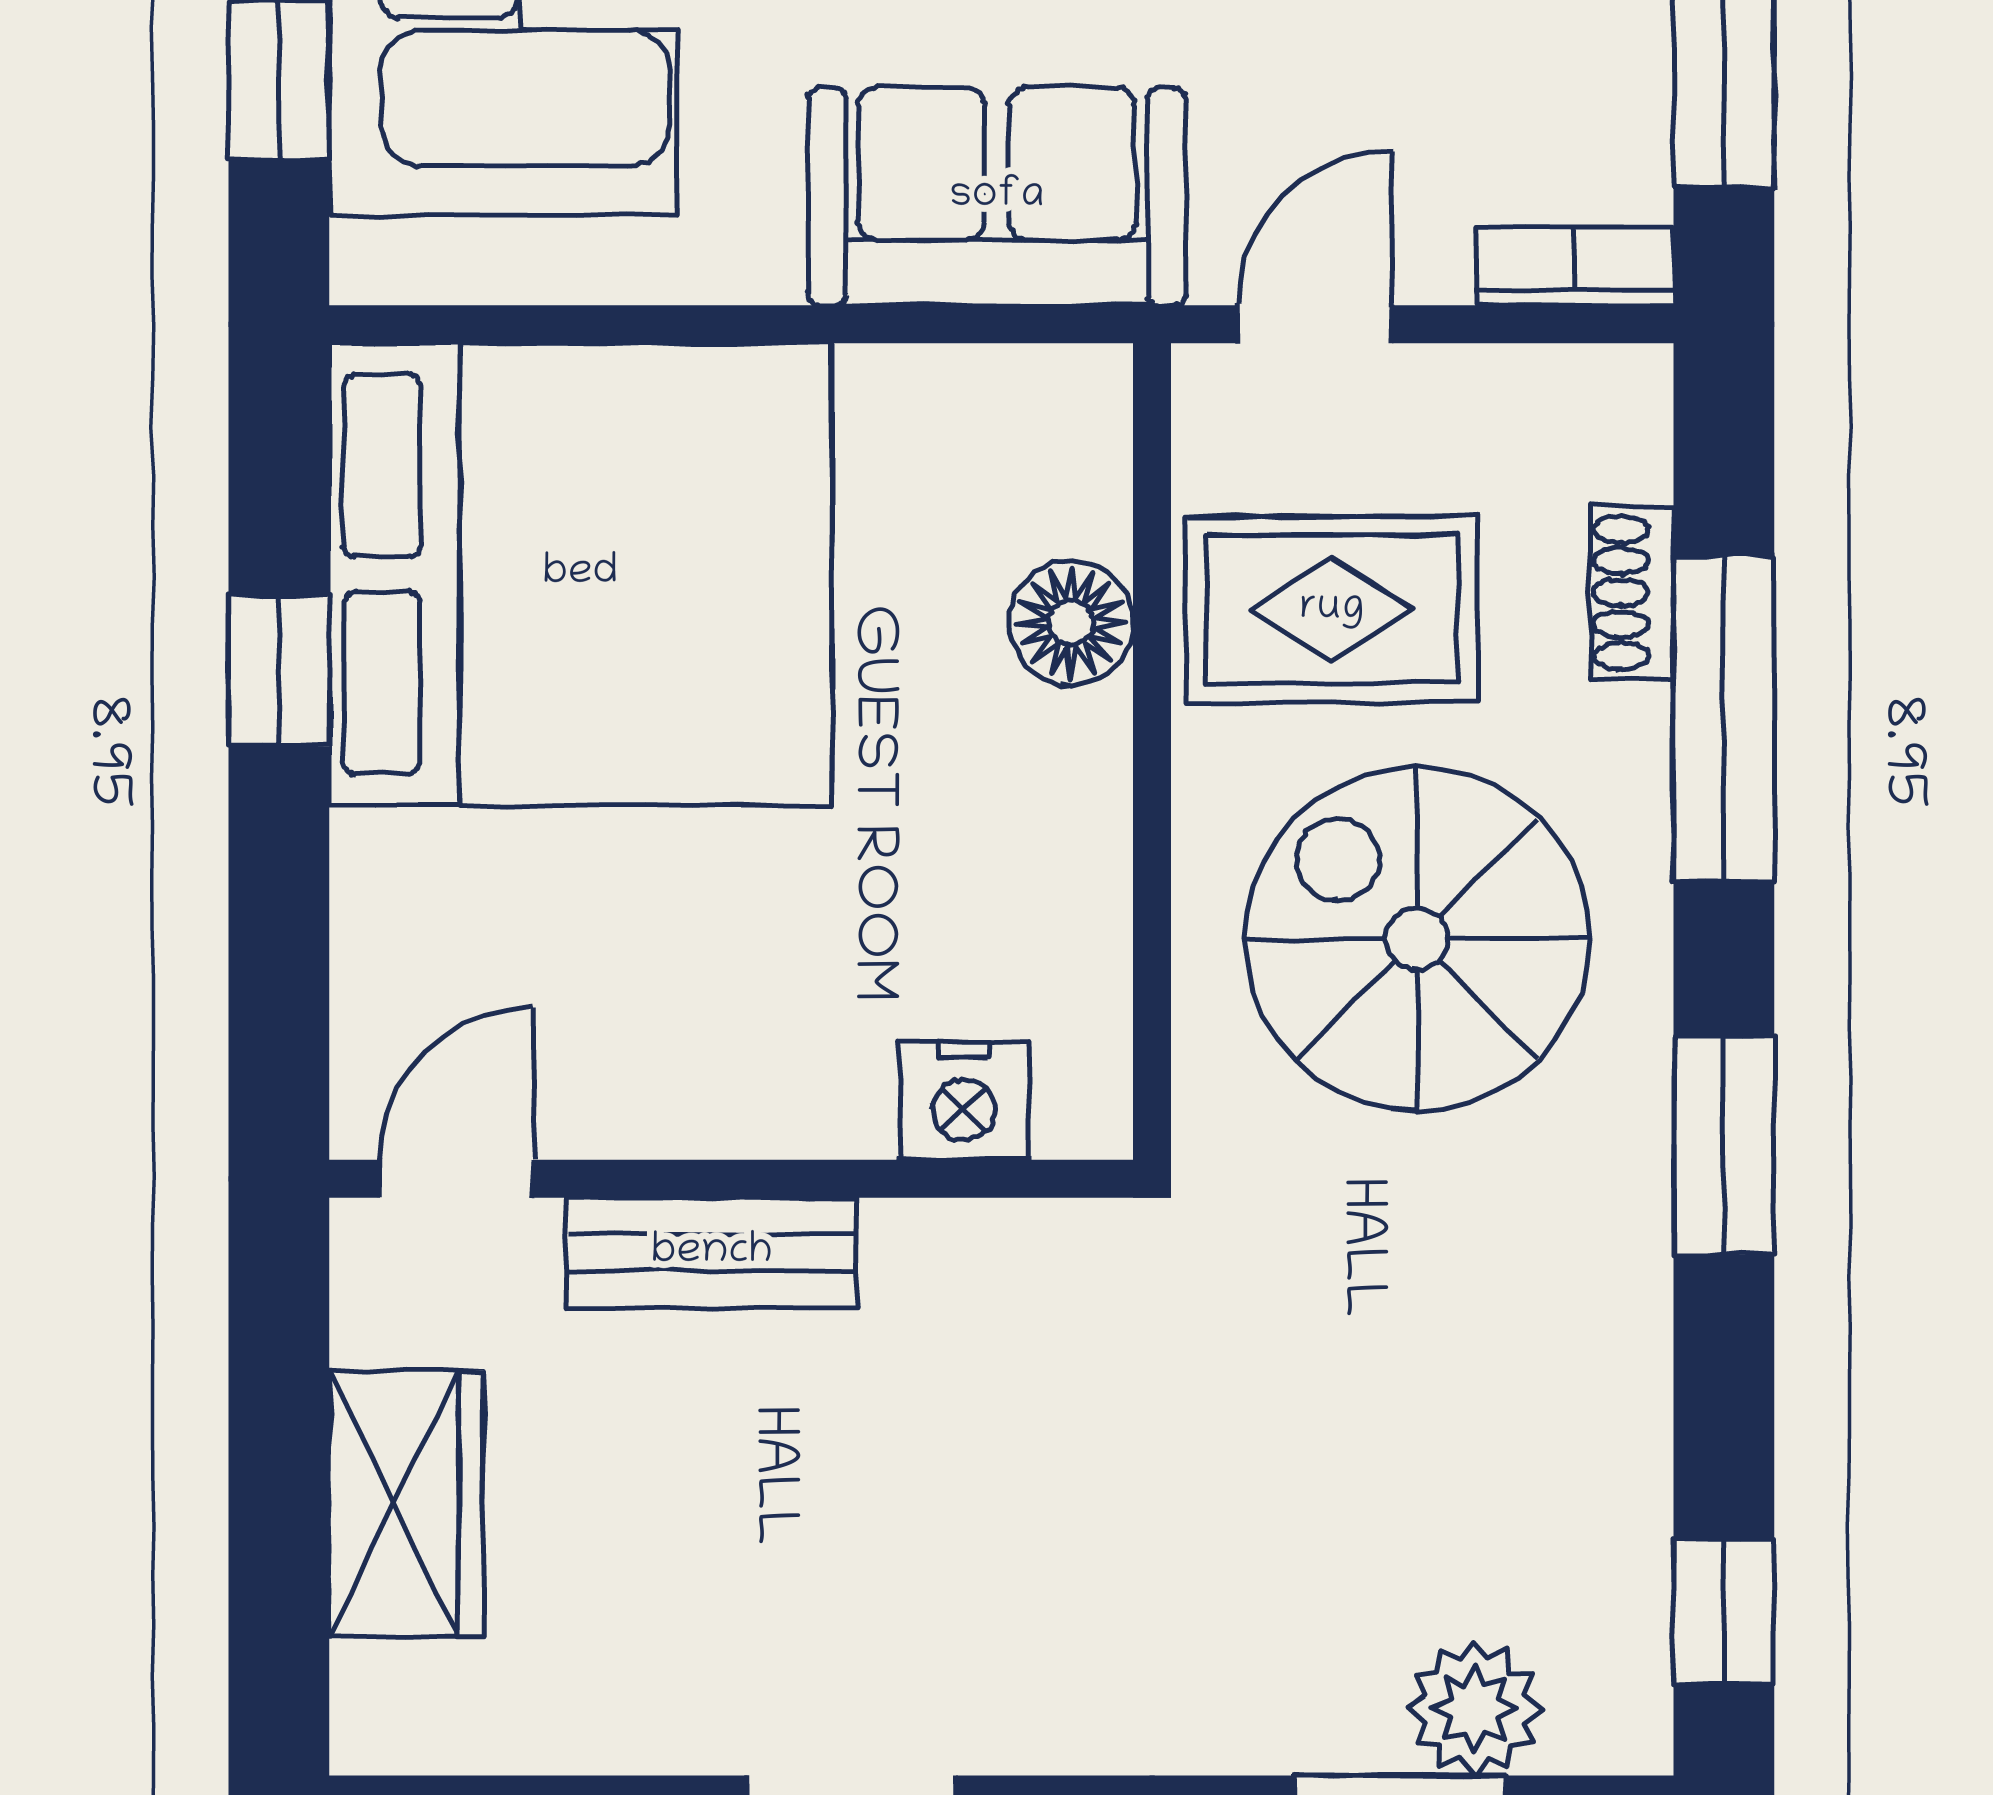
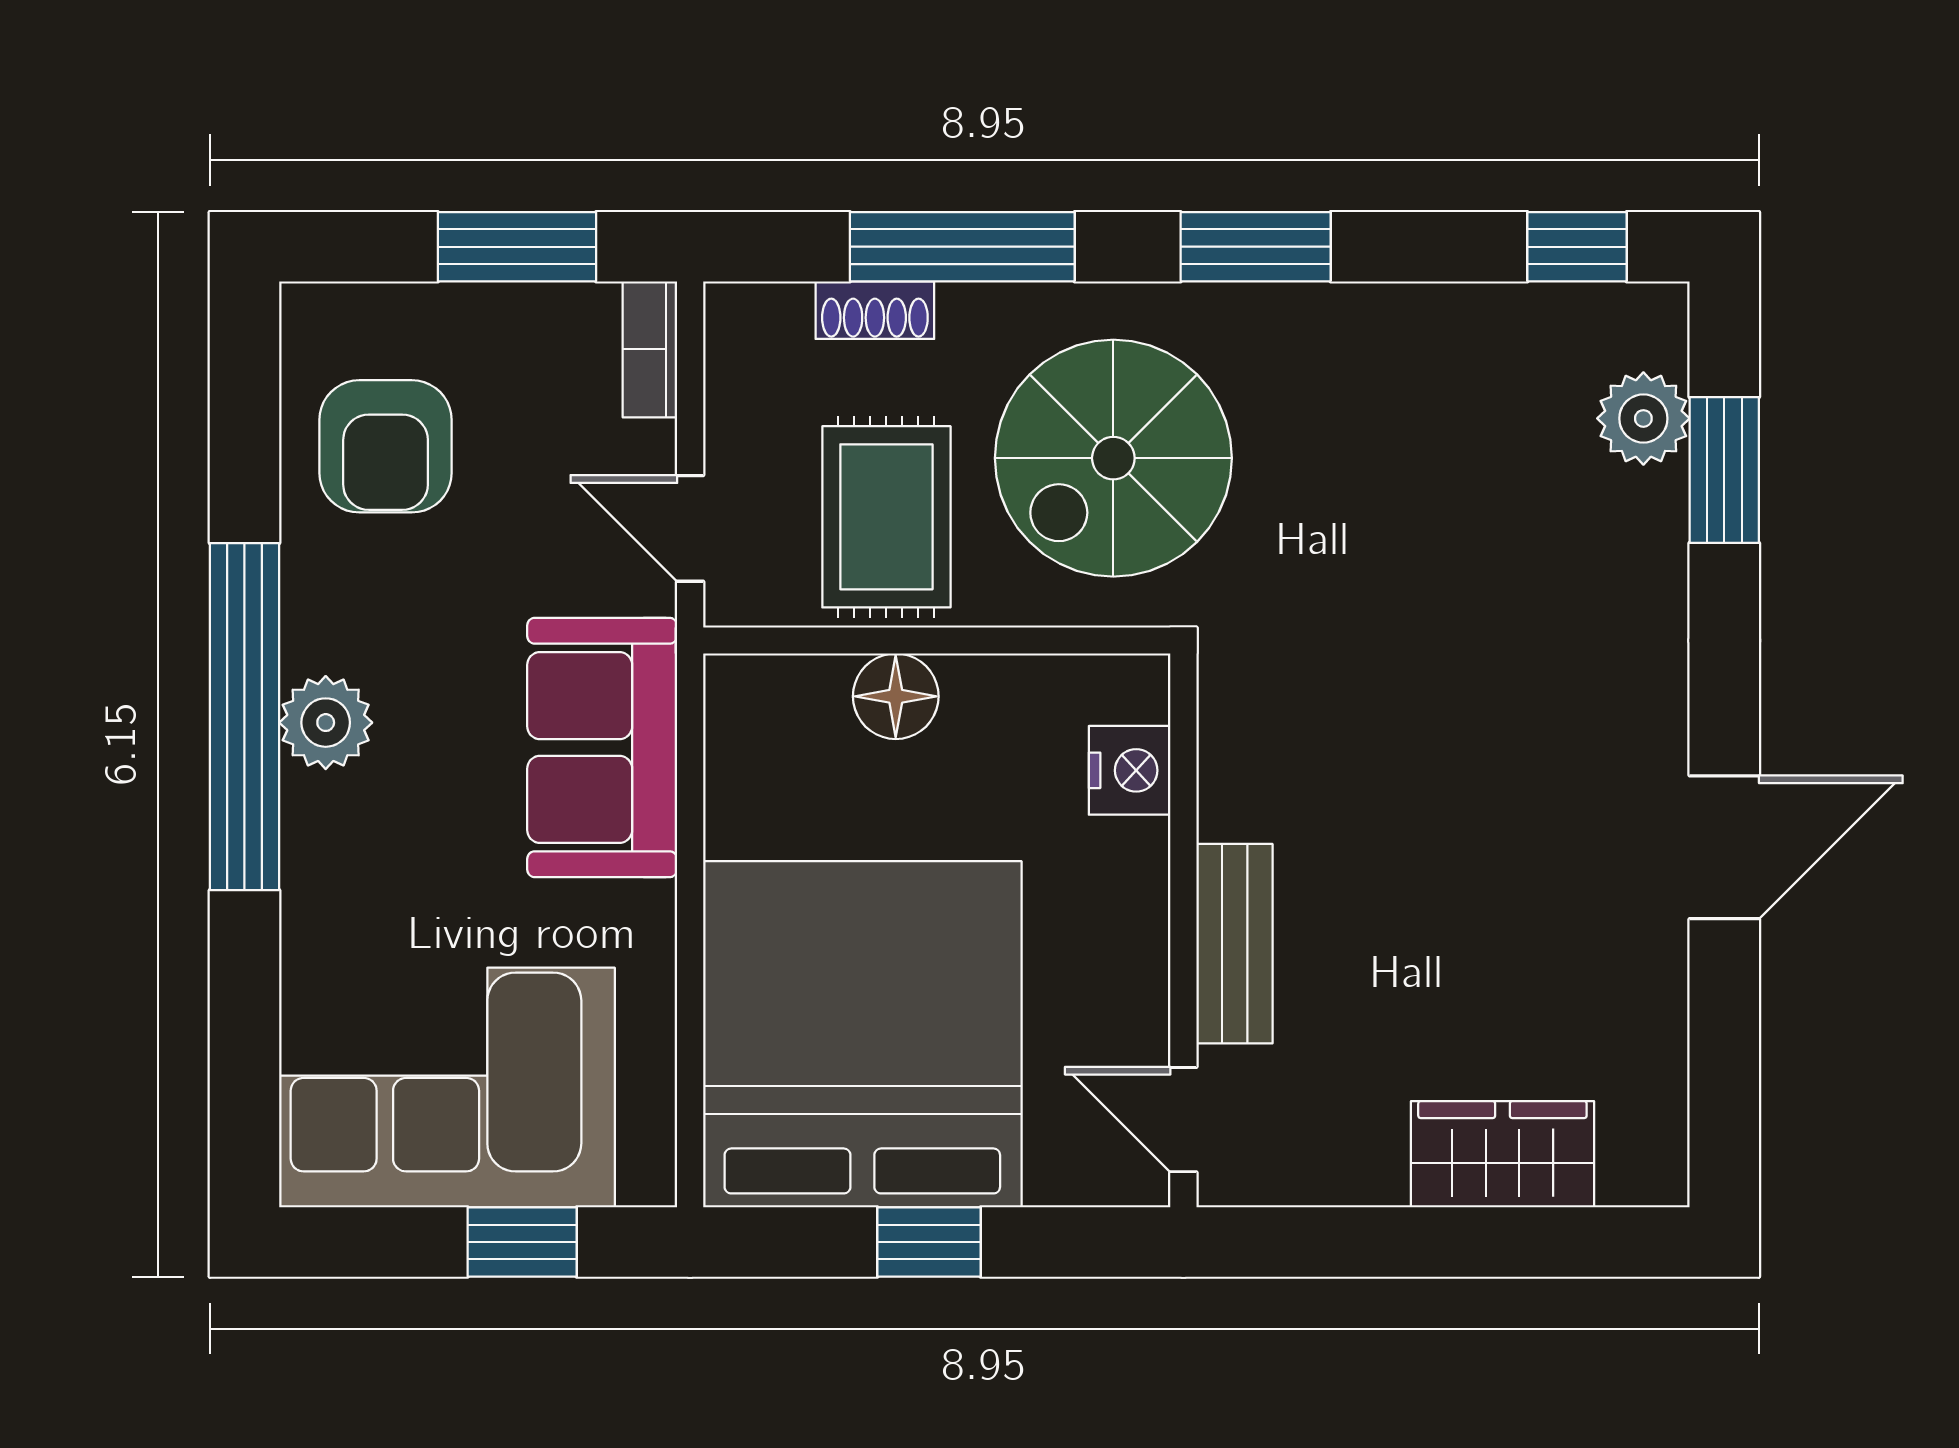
nightstand: (964, 1101) -> (1130, 770), moved
door: (456, 1179) -> (1183, 1120), moved
wall: (731, 1179) -> (1183, 930), moved
bench: (712, 1253) -> (1235, 944), moved

